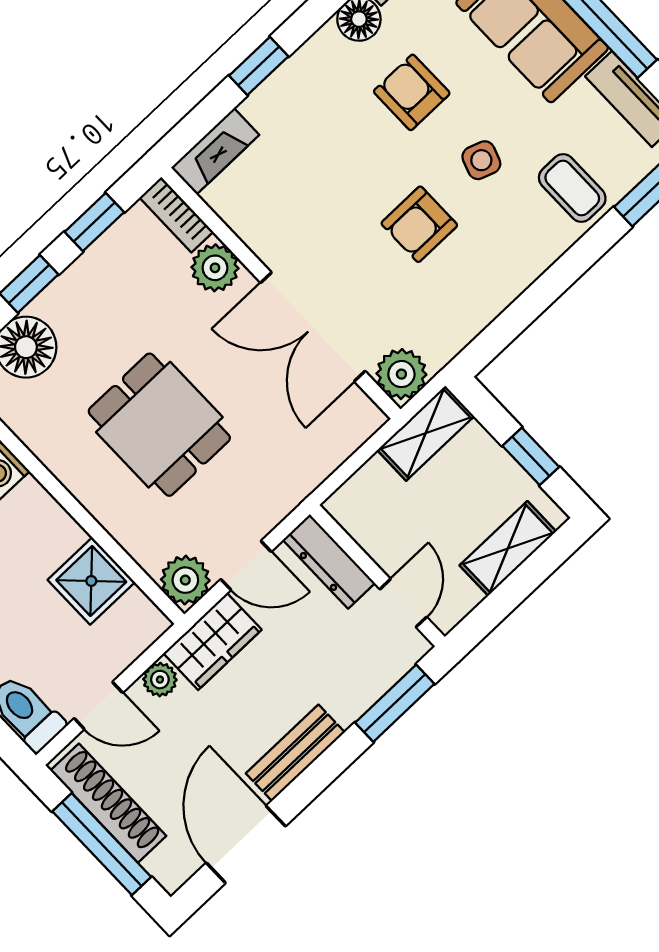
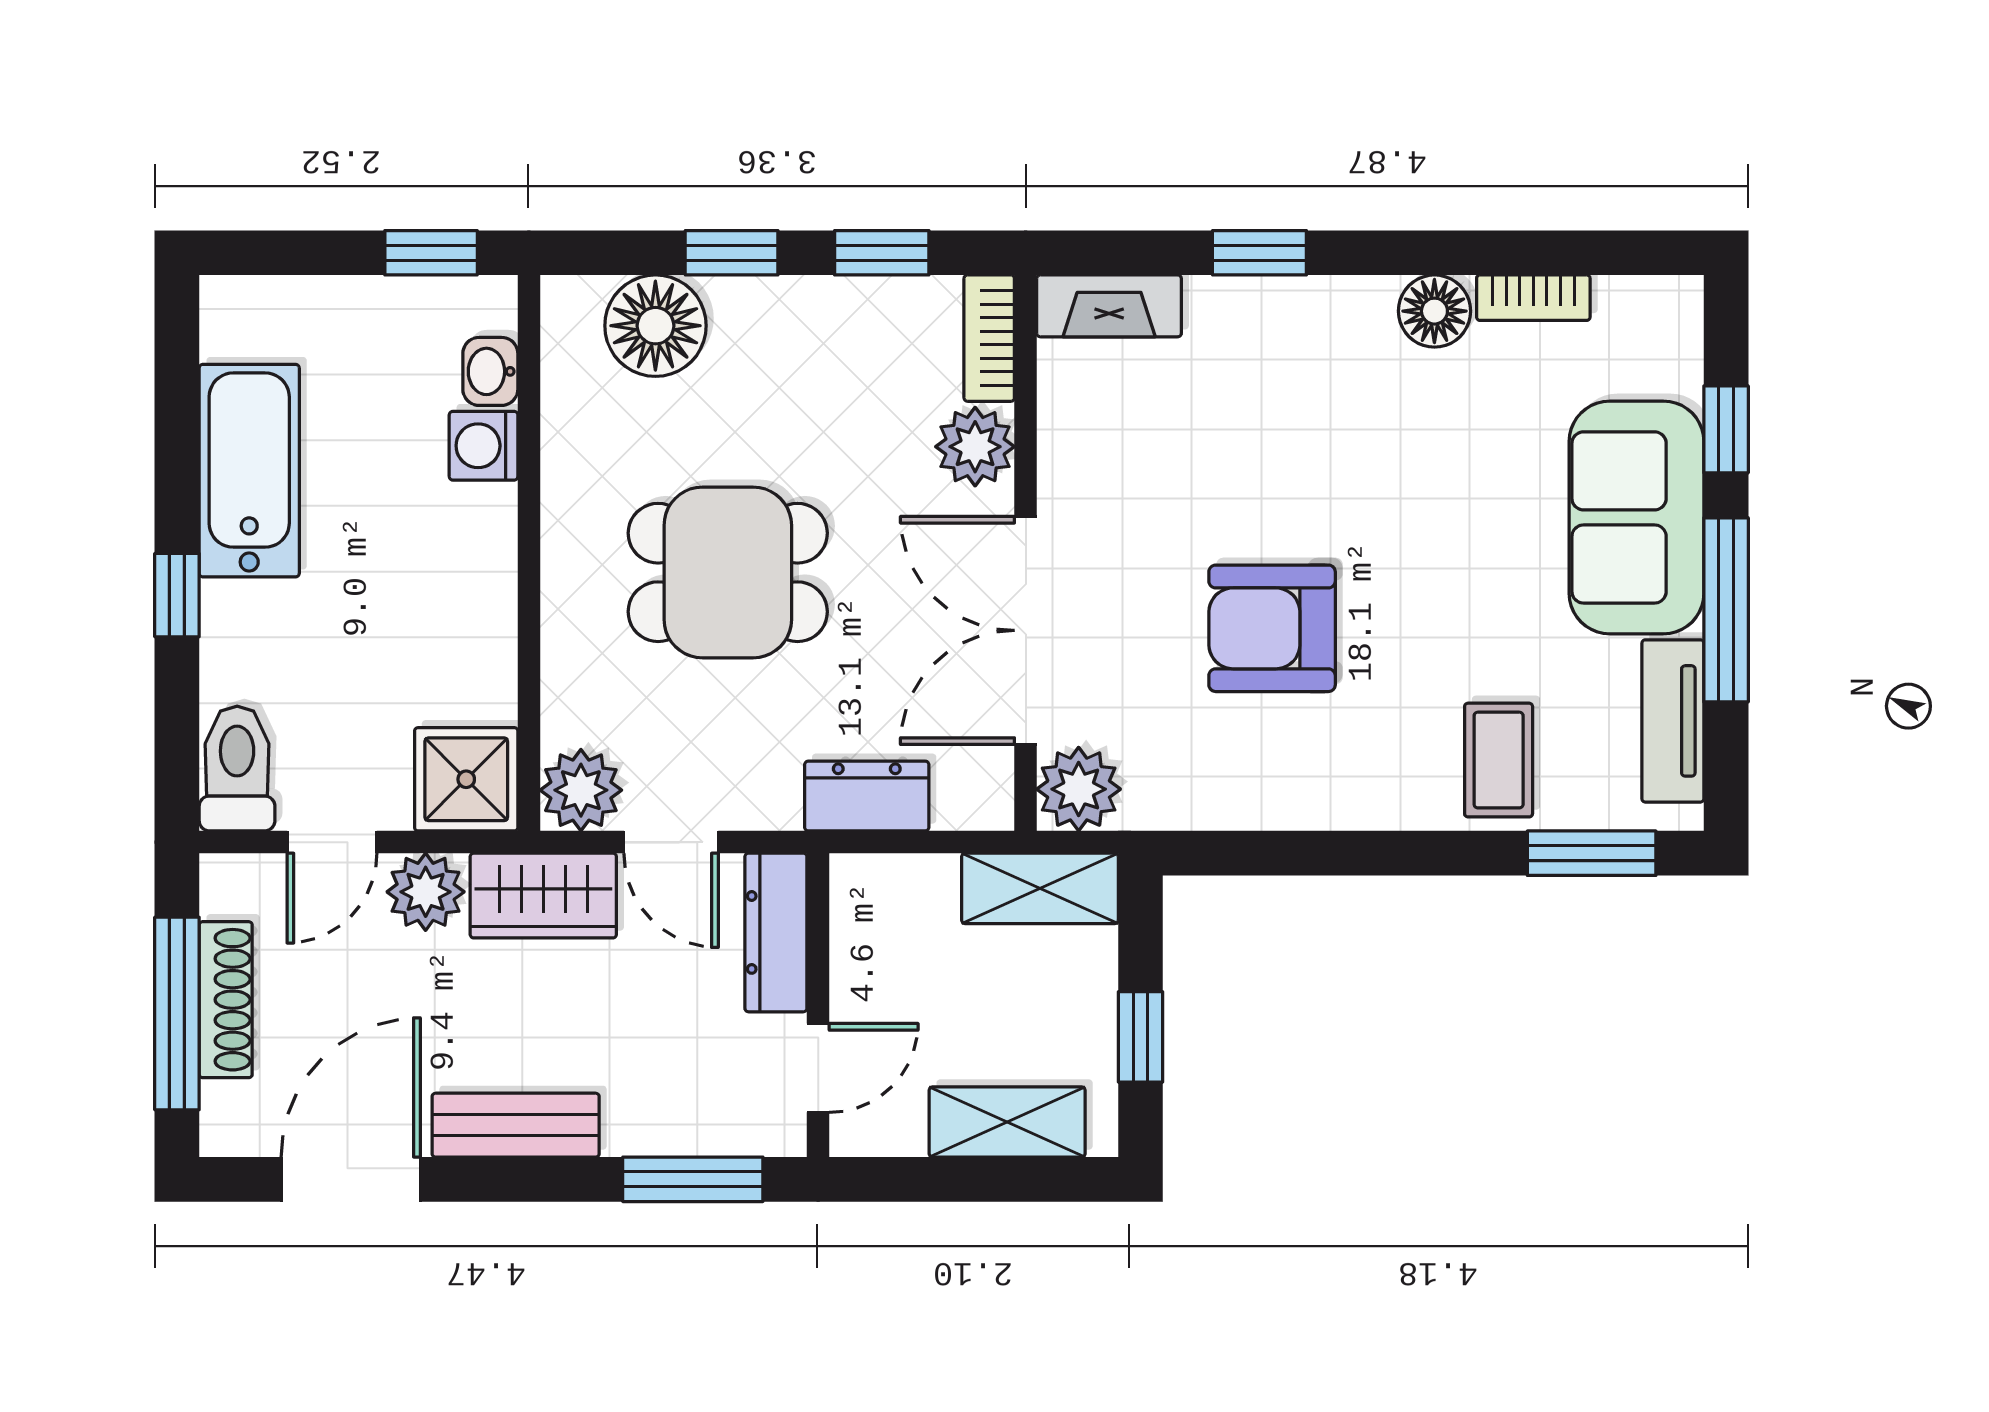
armchair: (412, 92) -> (1414, 460), removed
side table: (481, 160) -> (1421, 622), removed
armchair: (419, 224) -> (1272, 628), width x1.38, depth x1.38
dining table: (159, 425) -> (728, 572), turned 90
dresser: (312, 465) -> (867, 796), added
shower: (91, 581) -> (466, 779), moved
plant: (160, 680) -> (426, 892), width x1.38, depth x1.38
door: (98, 705) -> (332, 842), hinge flipped
shoe rack: (108, 803) -> (226, 1000), width x0.74, depth x0.81

